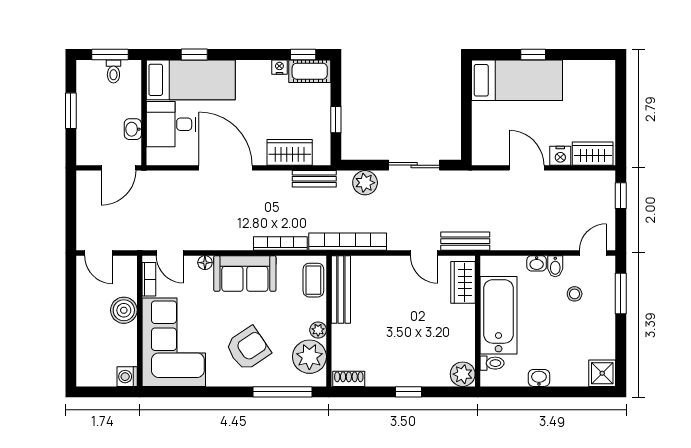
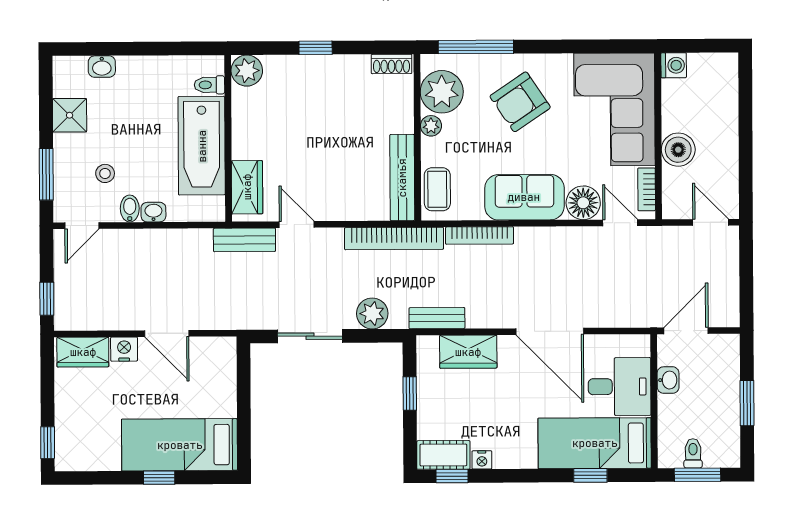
window: (621, 83) -> (48, 443), added
floor lamp: (205, 263) -> (583, 203), width x1.89, depth x1.89
shower: (602, 373) -> (70, 115), moved
washbasin: (539, 378) -> (102, 67), moved

